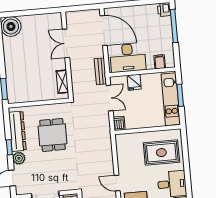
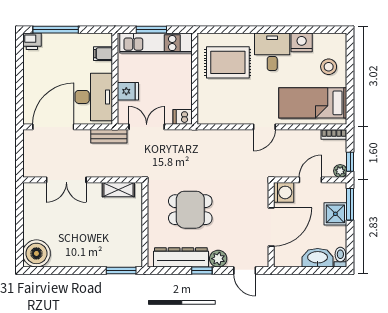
rug: (161, 153) -> (228, 62), turned 90

